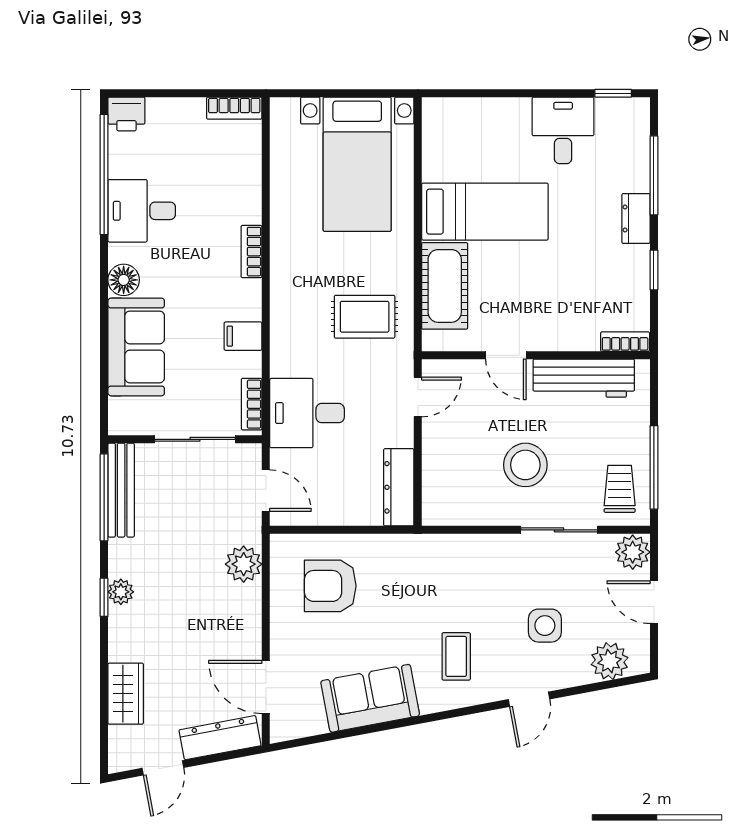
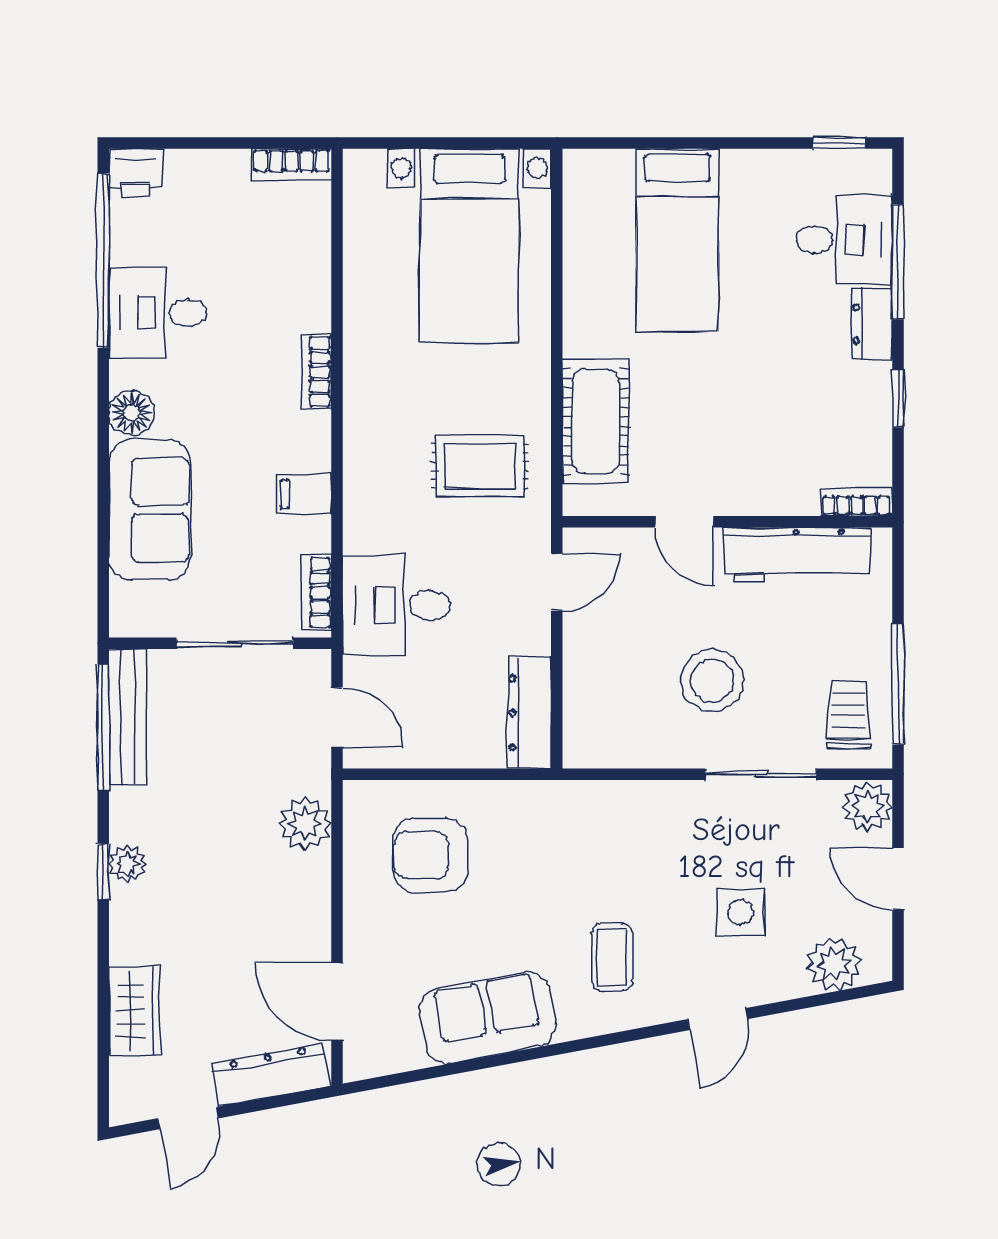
desk: (563, 130) -> (844, 240), moved, turned 90
bed: (485, 212) -> (677, 240), moved, turned 90

